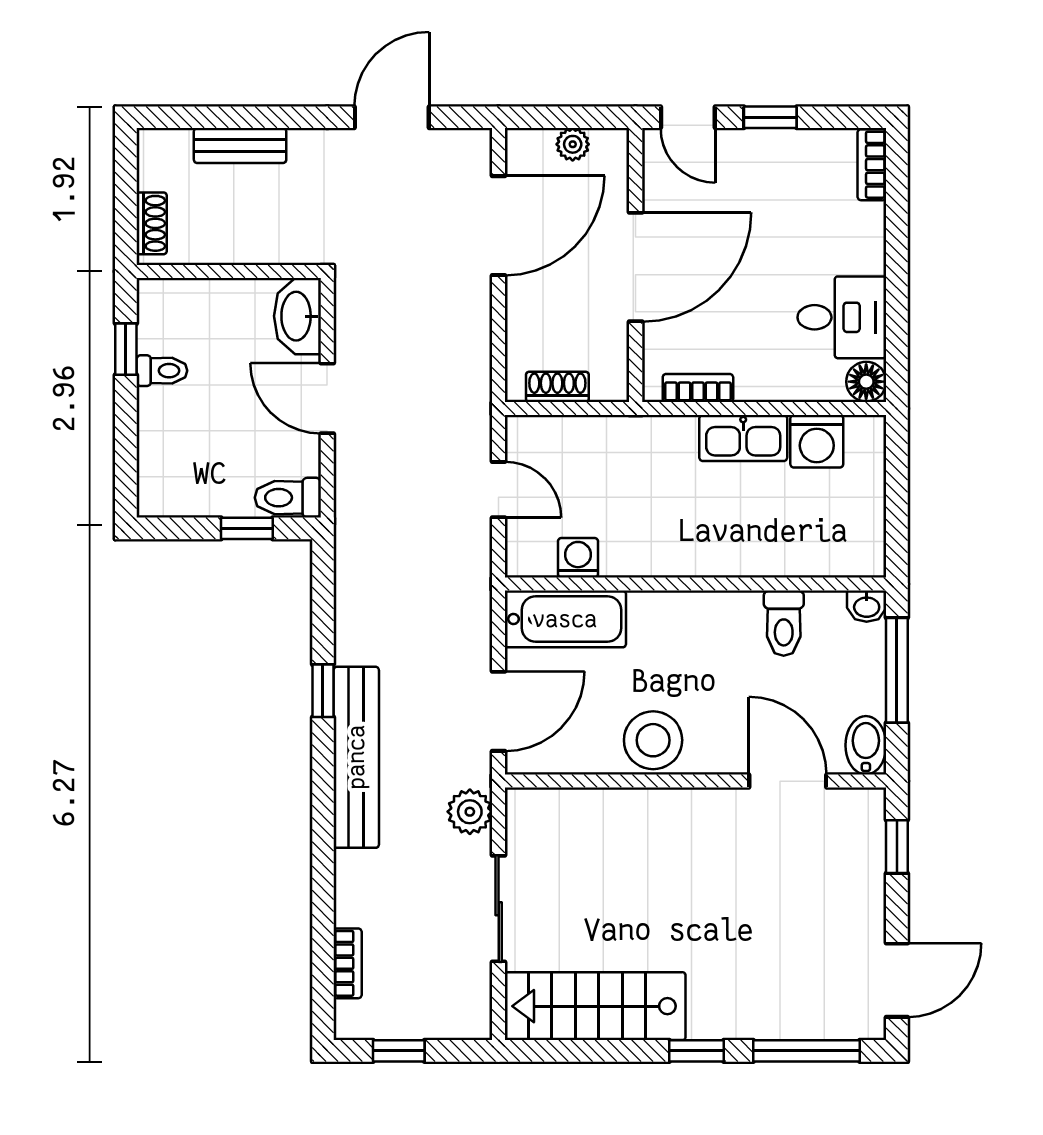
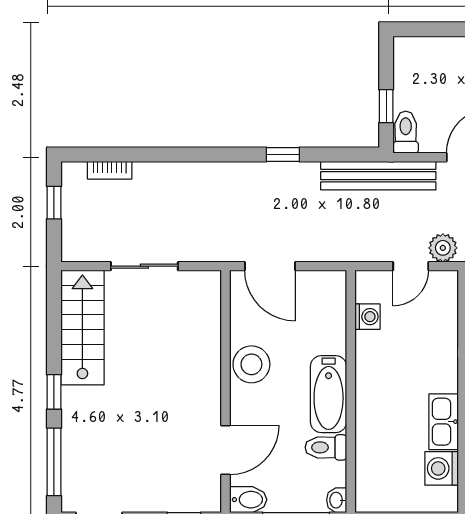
bathtub: (565, 619) -> (329, 394), moved
bench: (356, 757) -> (378, 176), moved
plant: (470, 812) -> (443, 248), moved

